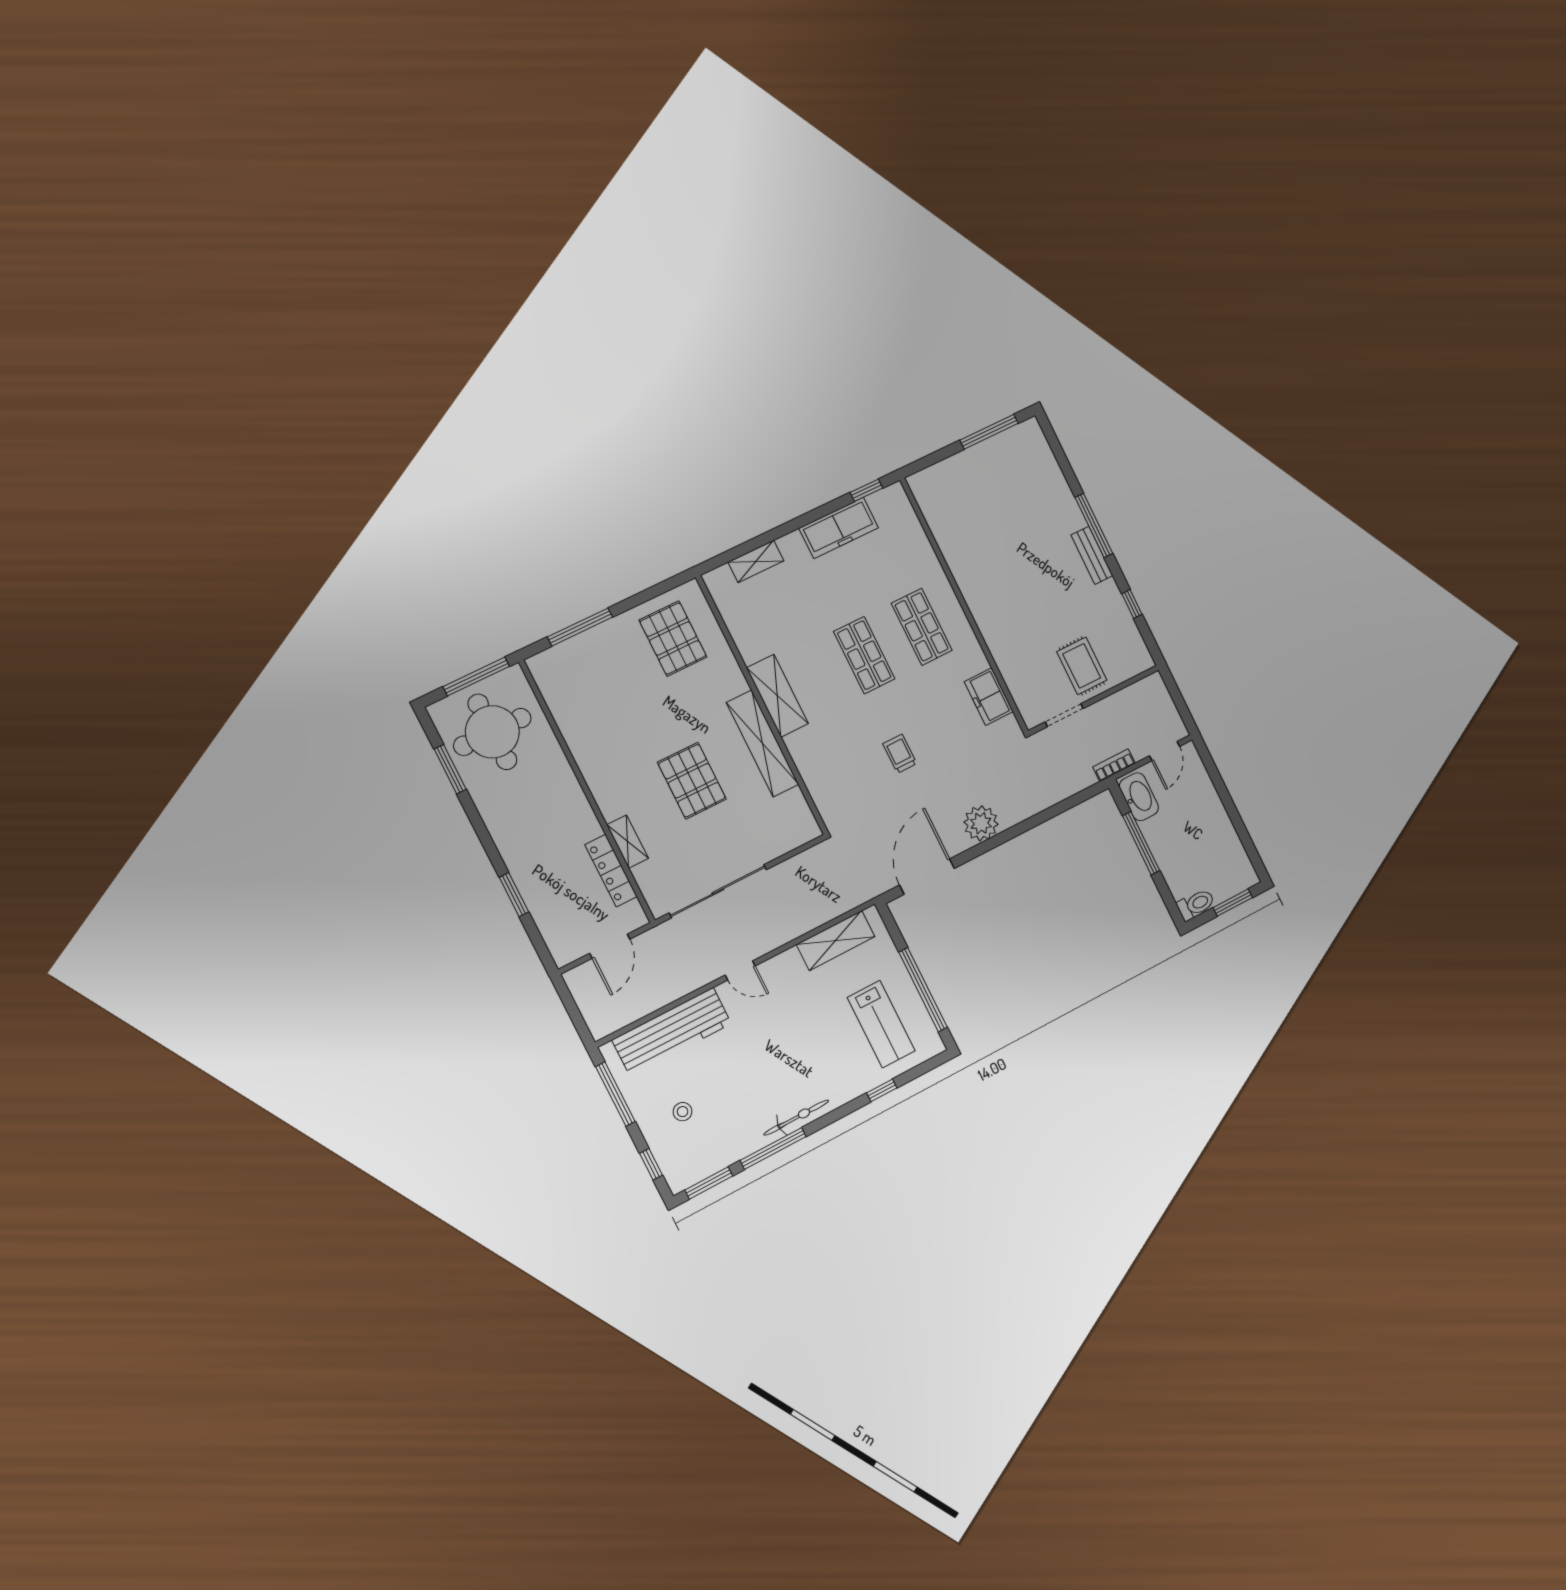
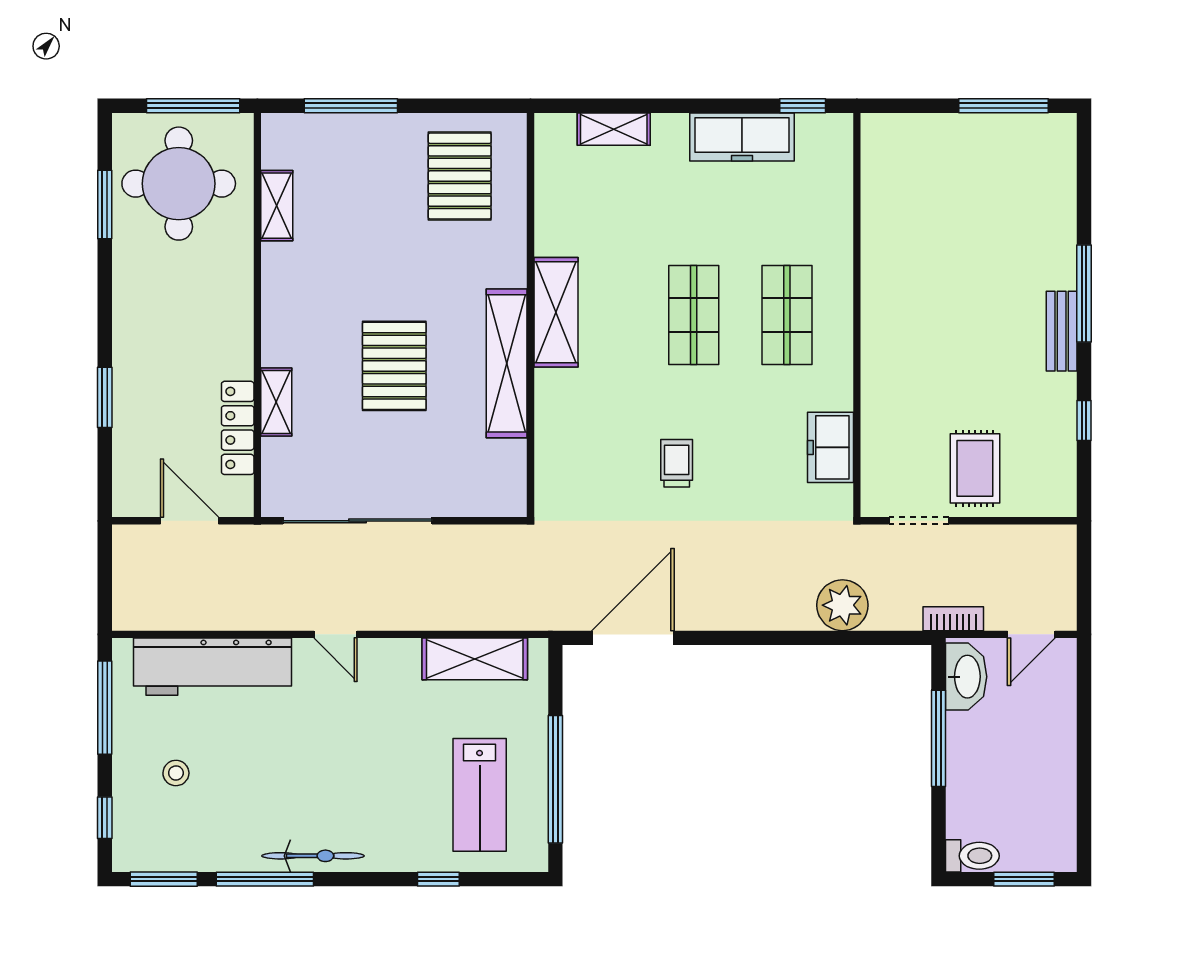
shelving: (564, 715) -> (277, 206), added
plant: (981, 823) -> (842, 605), moved
door: (610, 946) -> (189, 521), swing flipped

